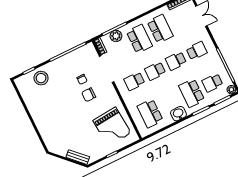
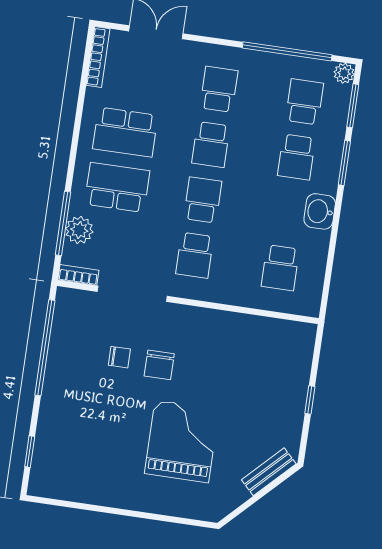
school desk: (160, 29) -> (125, 132), turned 180
school desk: (155, 71) -> (203, 200), turned 180
stool: (41, 78) -> (61, 437), removed
school desk: (212, 83) -> (304, 102), turned 180
school desk: (192, 93) -> (296, 157), width x0.54
school desk: (150, 113) -> (280, 268), width x0.54
grand piano: (112, 127) -> (182, 441), moved, turned -85

